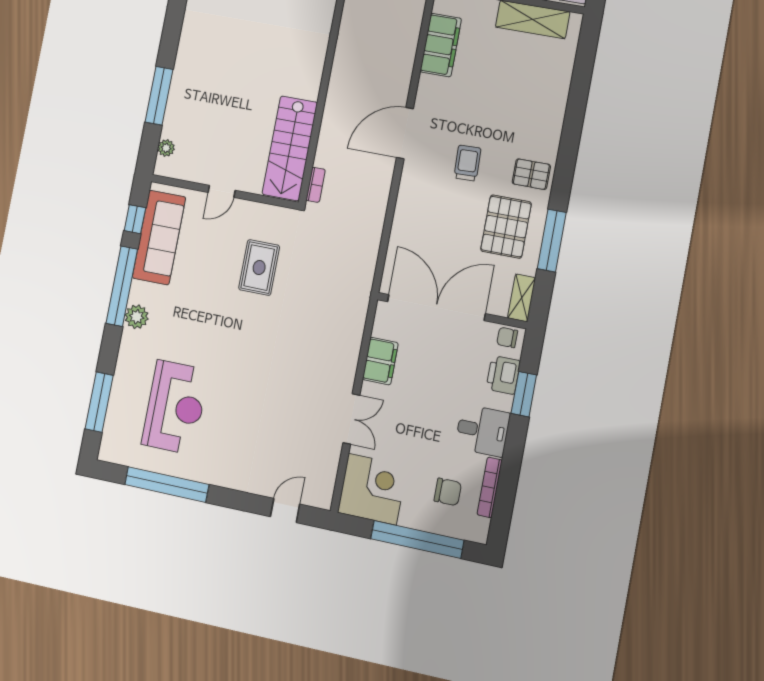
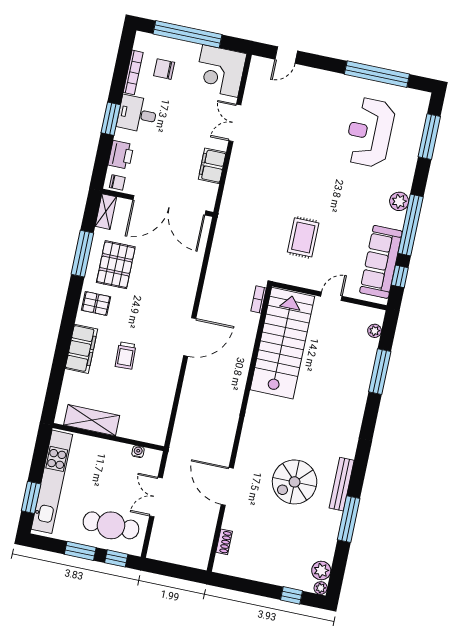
filing cabinet: (441, 45) -> (81, 349), moved, turned 180
stairs: (290, 148) -> (282, 343), width x1.36, depth x1.51
trolley: (467, 163) -> (126, 356), moved
window: (524, 394) -> (111, 119), moved

